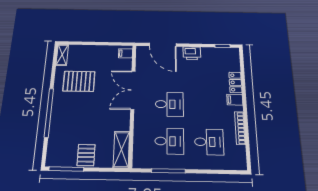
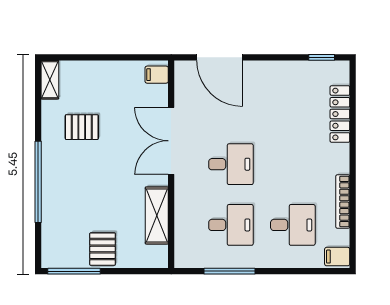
printer: (192, 53) -> (269, 72), removed
pallet: (79, 81) -> (82, 127), width x0.67, depth x0.71
locker: (235, 82) -> (340, 114), width x1.53
filing cabinet: (235, 100) -> (337, 257), moved
shelving: (121, 149) -> (157, 215), moved

